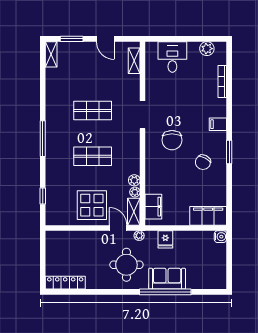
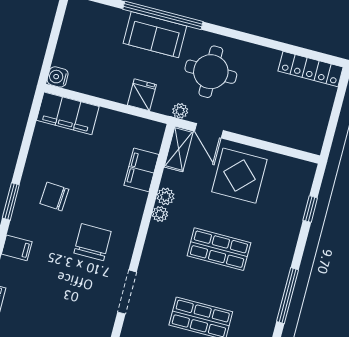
chair: (203, 162) -> (54, 196), turned -113
plant: (135, 192) -> (160, 214), moved
filing cabinet: (153, 207) -> (141, 170), moved

